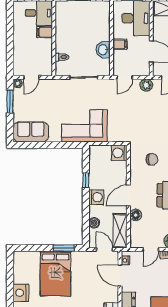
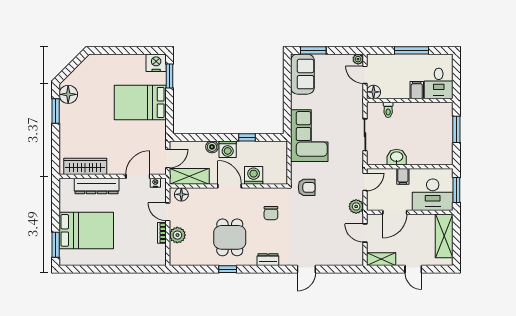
window: (10, 37) -> (411, 50), added
floor lamp: (46, 70) -> (374, 92), added
door: (125, 77) -> (365, 182), swing flipped
window: (10, 102) -> (313, 50), moved
armchair: (130, 128) -> (307, 187), added
washing machine: (119, 153) -> (254, 175), moved
floor lamp: (136, 215) -> (181, 194), moved
boiler: (94, 223) -> (212, 147), moved
window: (64, 248) -> (169, 76), moved
nightstand: (21, 293) -> (156, 63), moved

